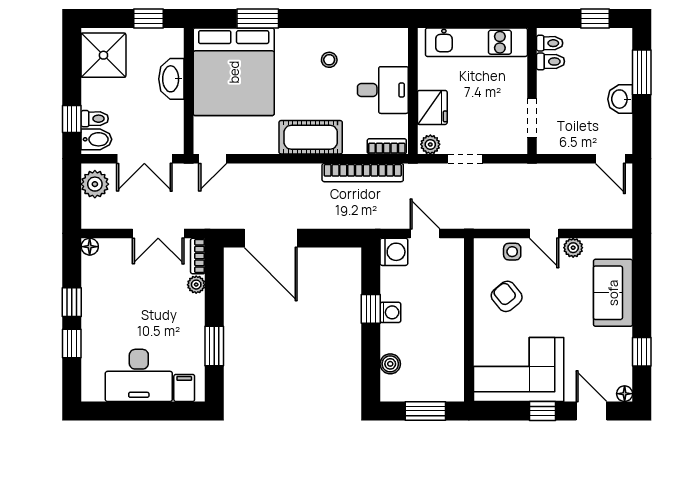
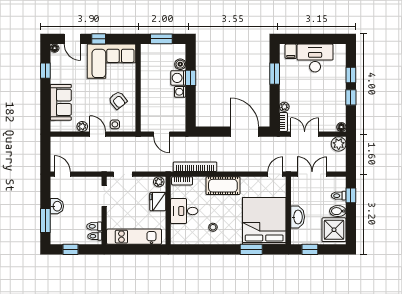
bidet: (96, 139) -> (338, 211), moved
doorway: (465, 159) -> (123, 174), moved
plant: (95, 184) -> (339, 144), moved
washing machine: (394, 252) -> (178, 78), moved
window: (371, 309) -> (191, 78), moved

